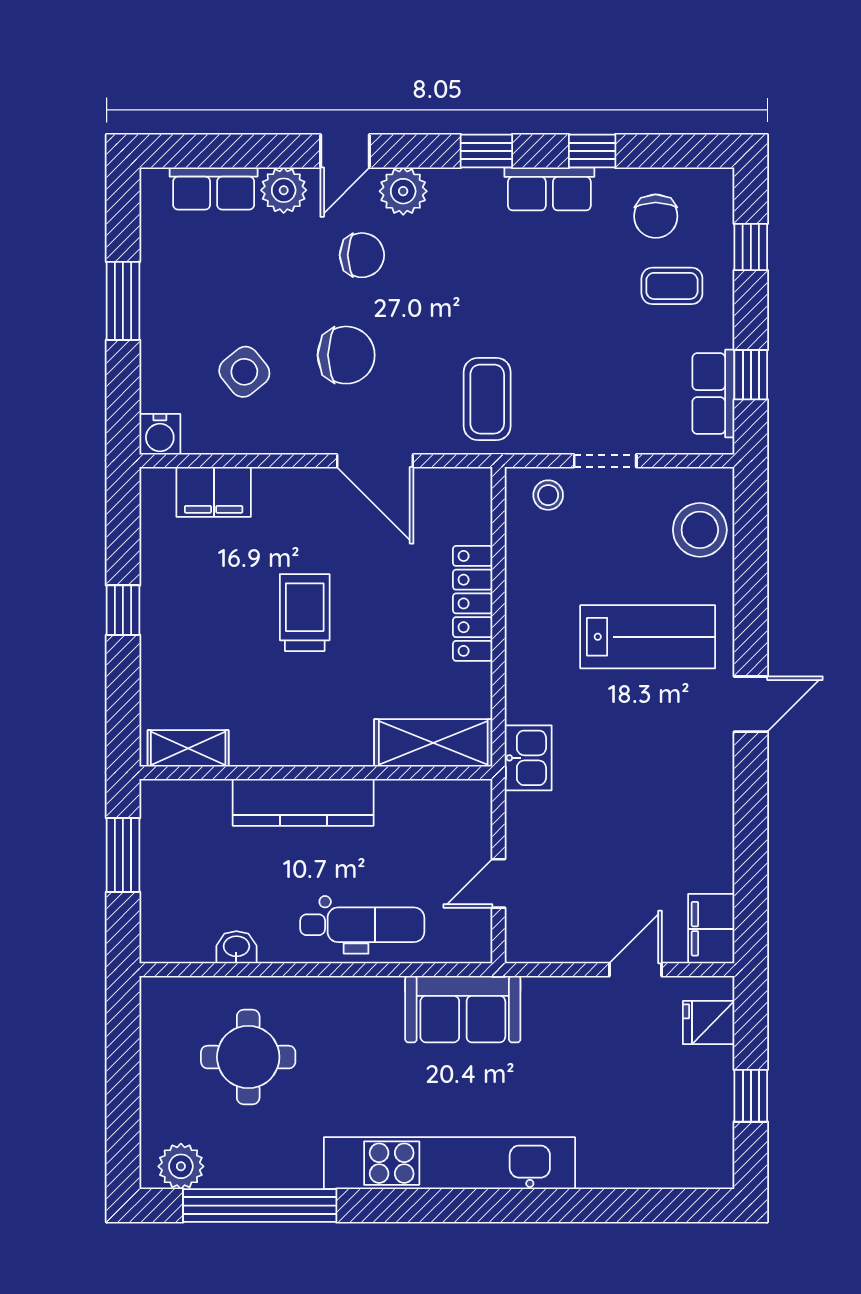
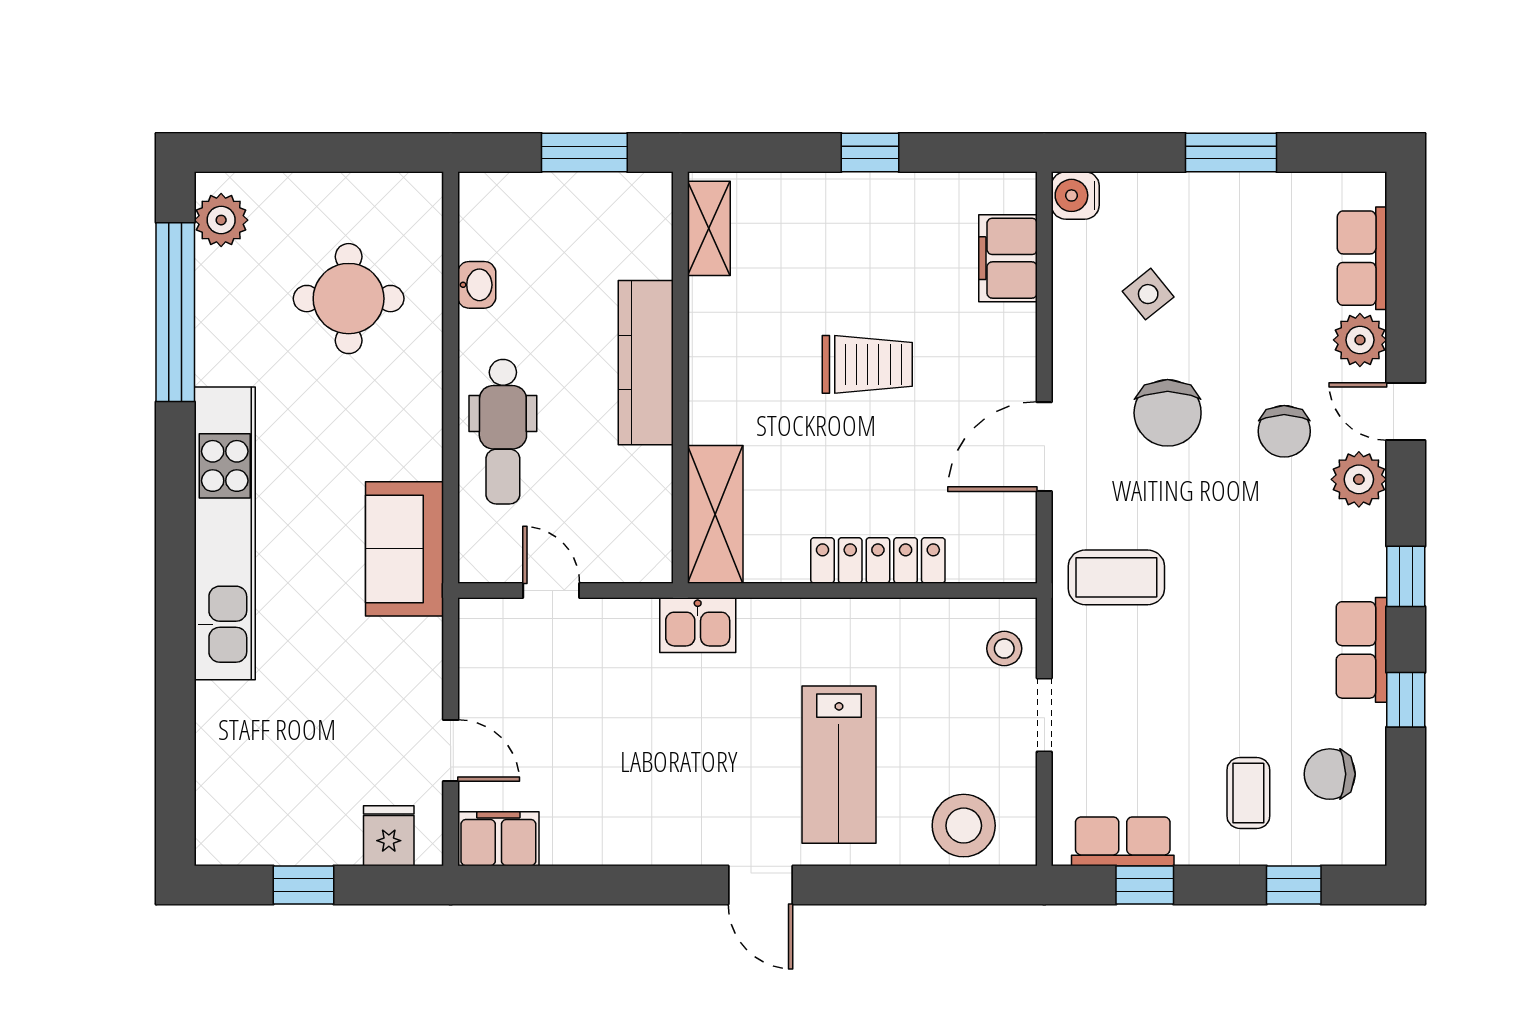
side table: (244, 372) -> (1148, 294), width x0.73, depth x0.73

